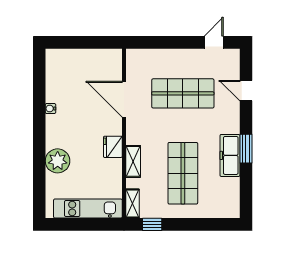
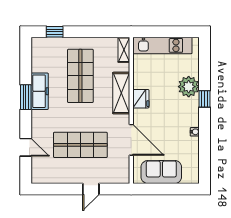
door: (214, 42) -> (91, 189), moved
sofa: (89, 62) -> (161, 172), added
window: (39, 147) -> (204, 99), added
shelving: (133, 161) -> (121, 93), width x1.50, depth x1.33
window: (152, 224) -> (55, 32), moved

